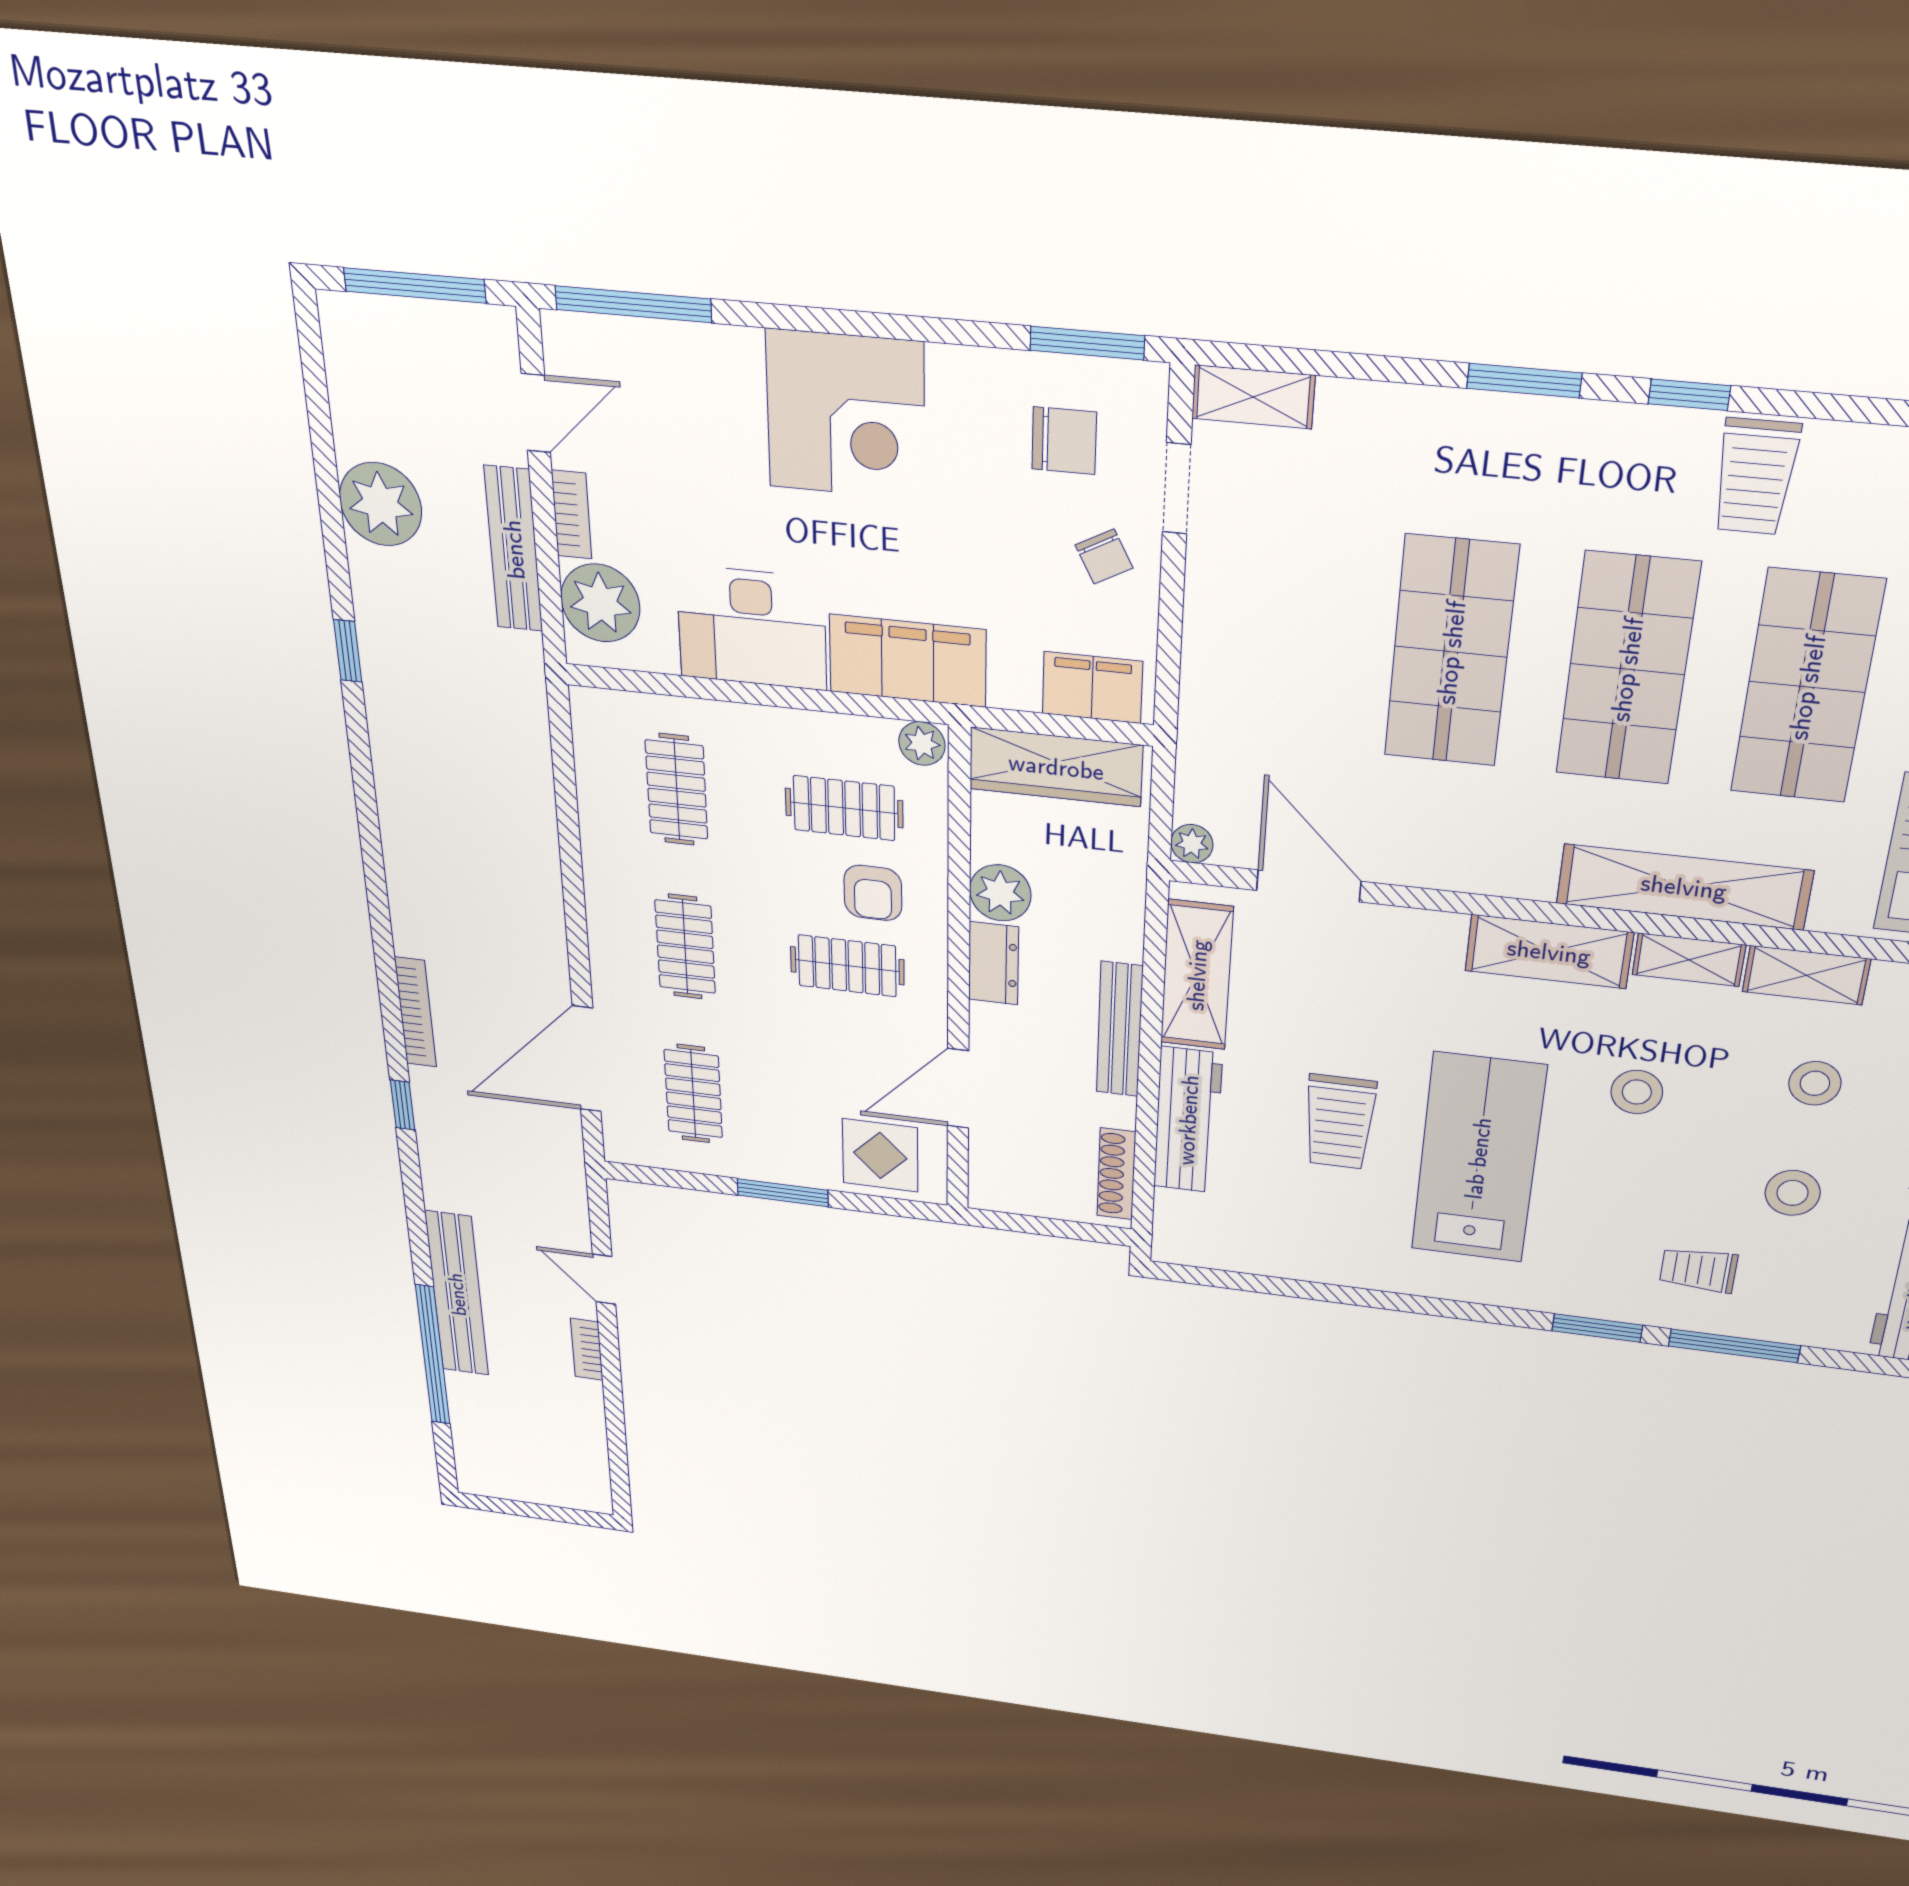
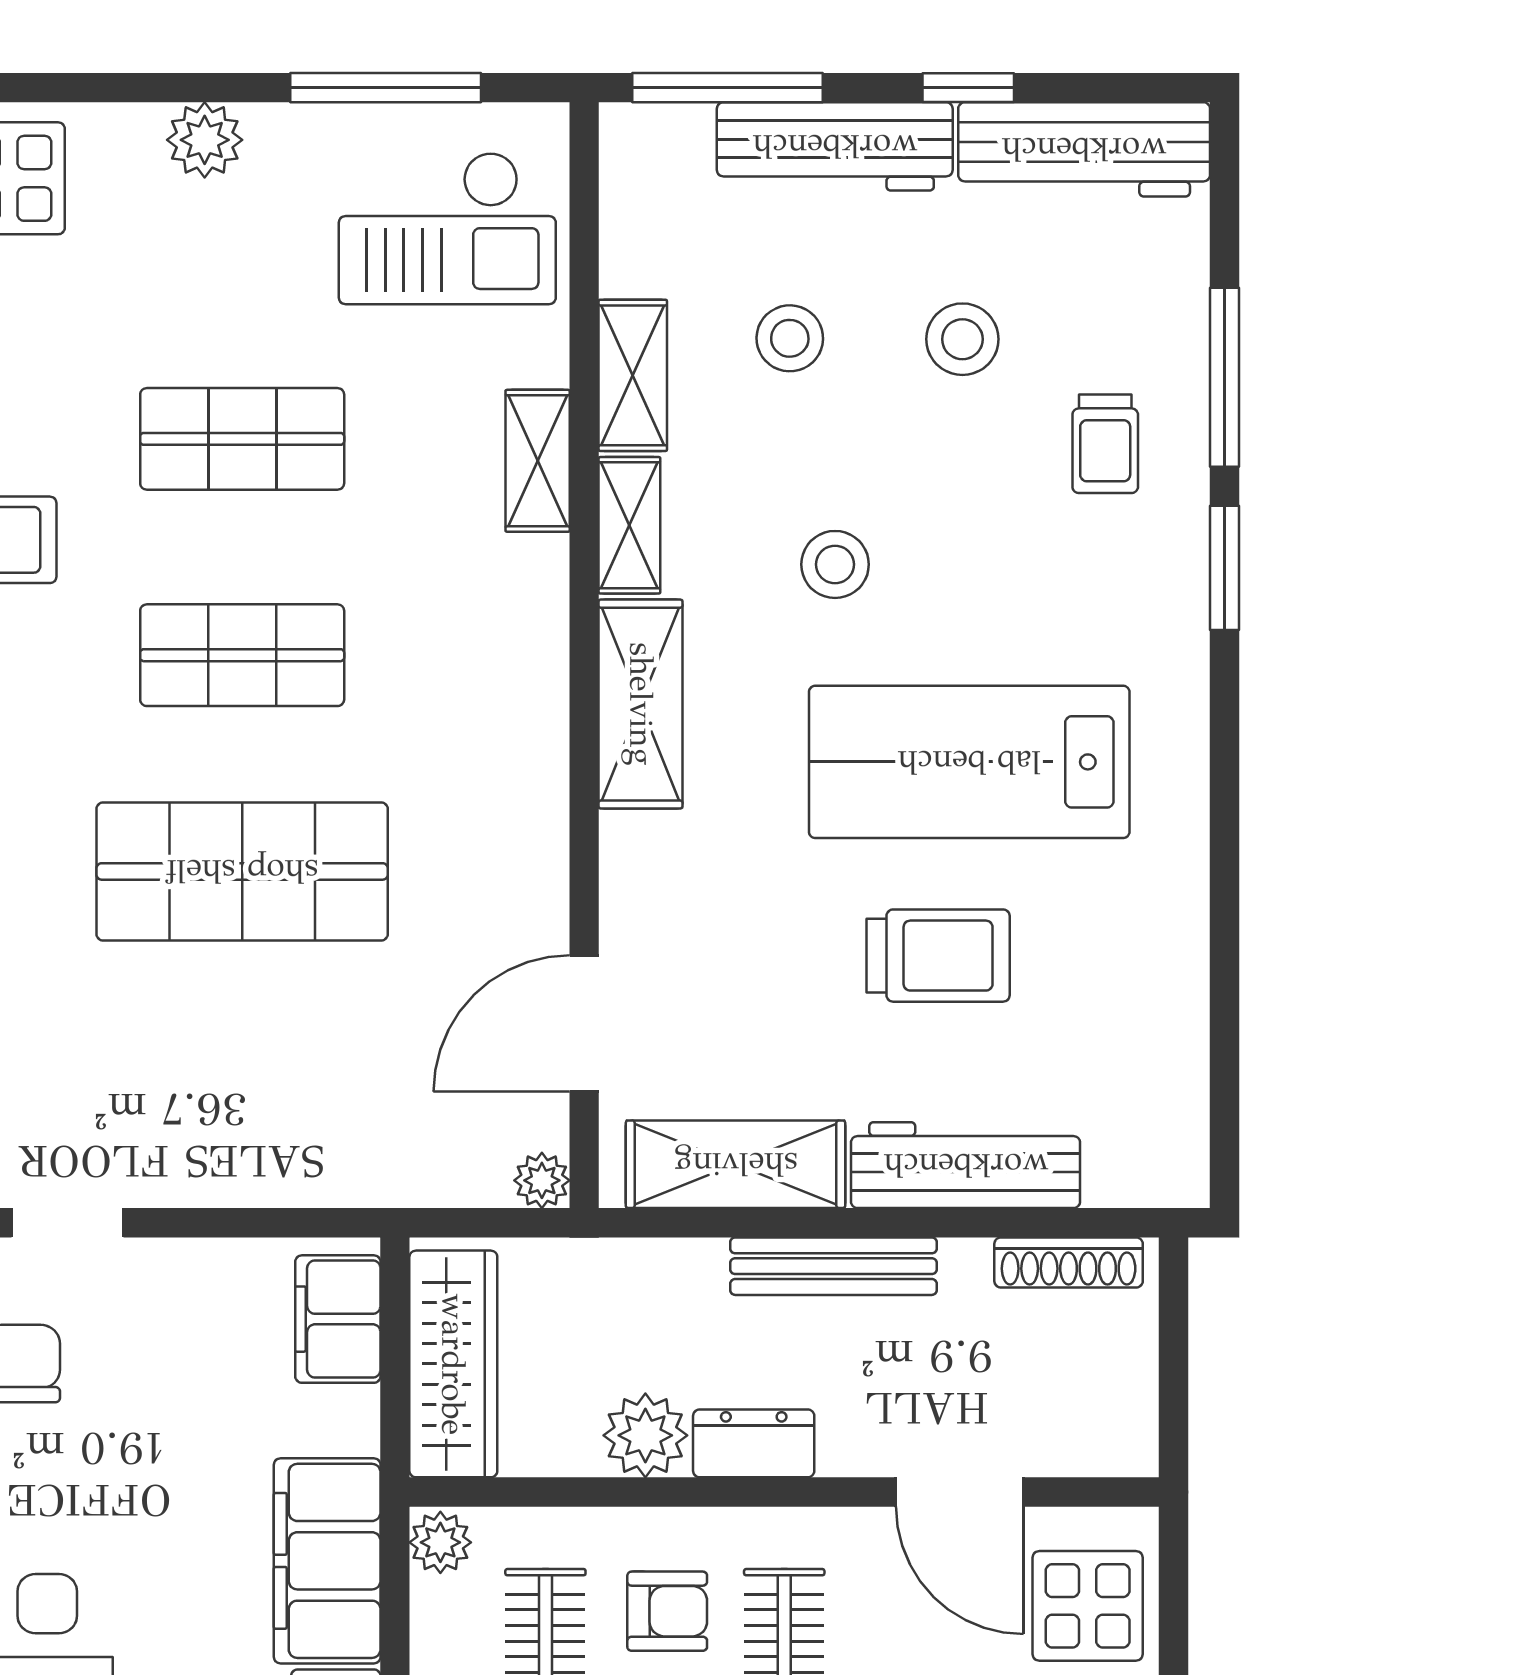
chair: (1104, 557) -> (163, 1310), removed
shop shelf: (1627, 669) -> (242, 655), width x0.70, depth x0.74
shop shelf: (1807, 687) -> (242, 439), width x0.70, depth x0.74
shelving: (1684, 887) -> (538, 461), width x0.45, depth x0.75

